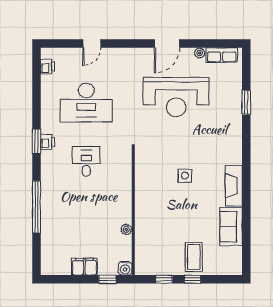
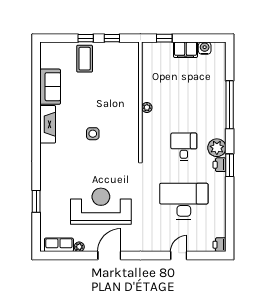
printer: (48, 67) -> (220, 245), moved
plant: (50, 160) -> (217, 148), added
desk: (86, 161) -> (184, 147), turned 180
plant: (126, 229) -> (147, 108), moved
water cooler: (125, 268) -> (205, 48), moved

